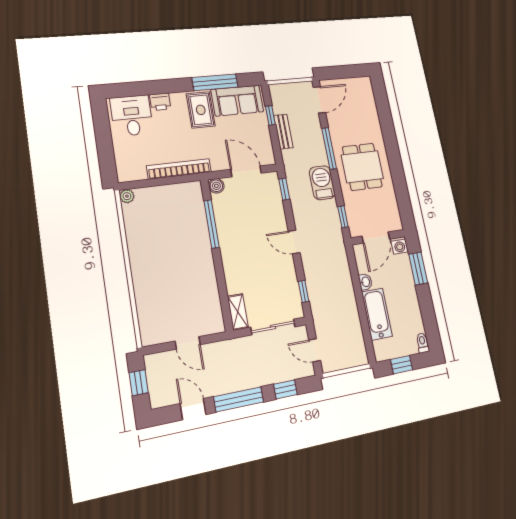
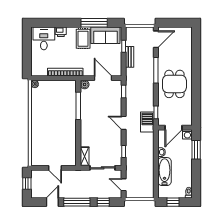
barbecue: (322, 183) -> (147, 122), moved
door: (193, 409) -> (52, 202), hinge flipped

